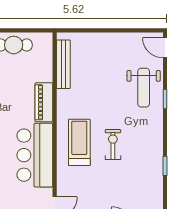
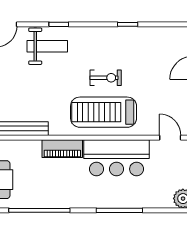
treadmill: (79, 142) -> (104, 112), width x1.37, depth x1.38
exercise bike: (113, 144) -> (106, 78), turned 180

